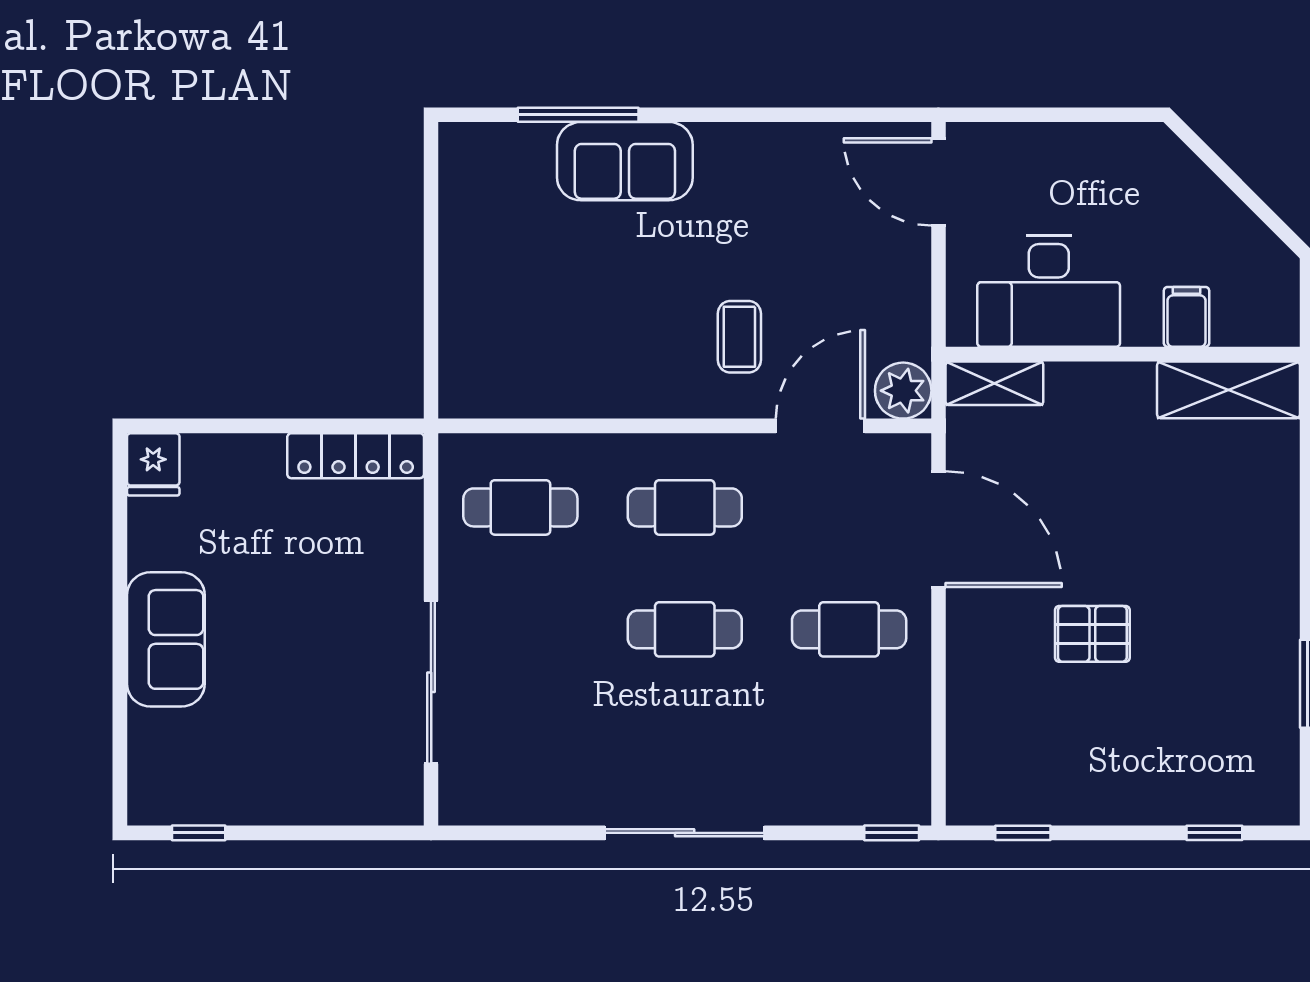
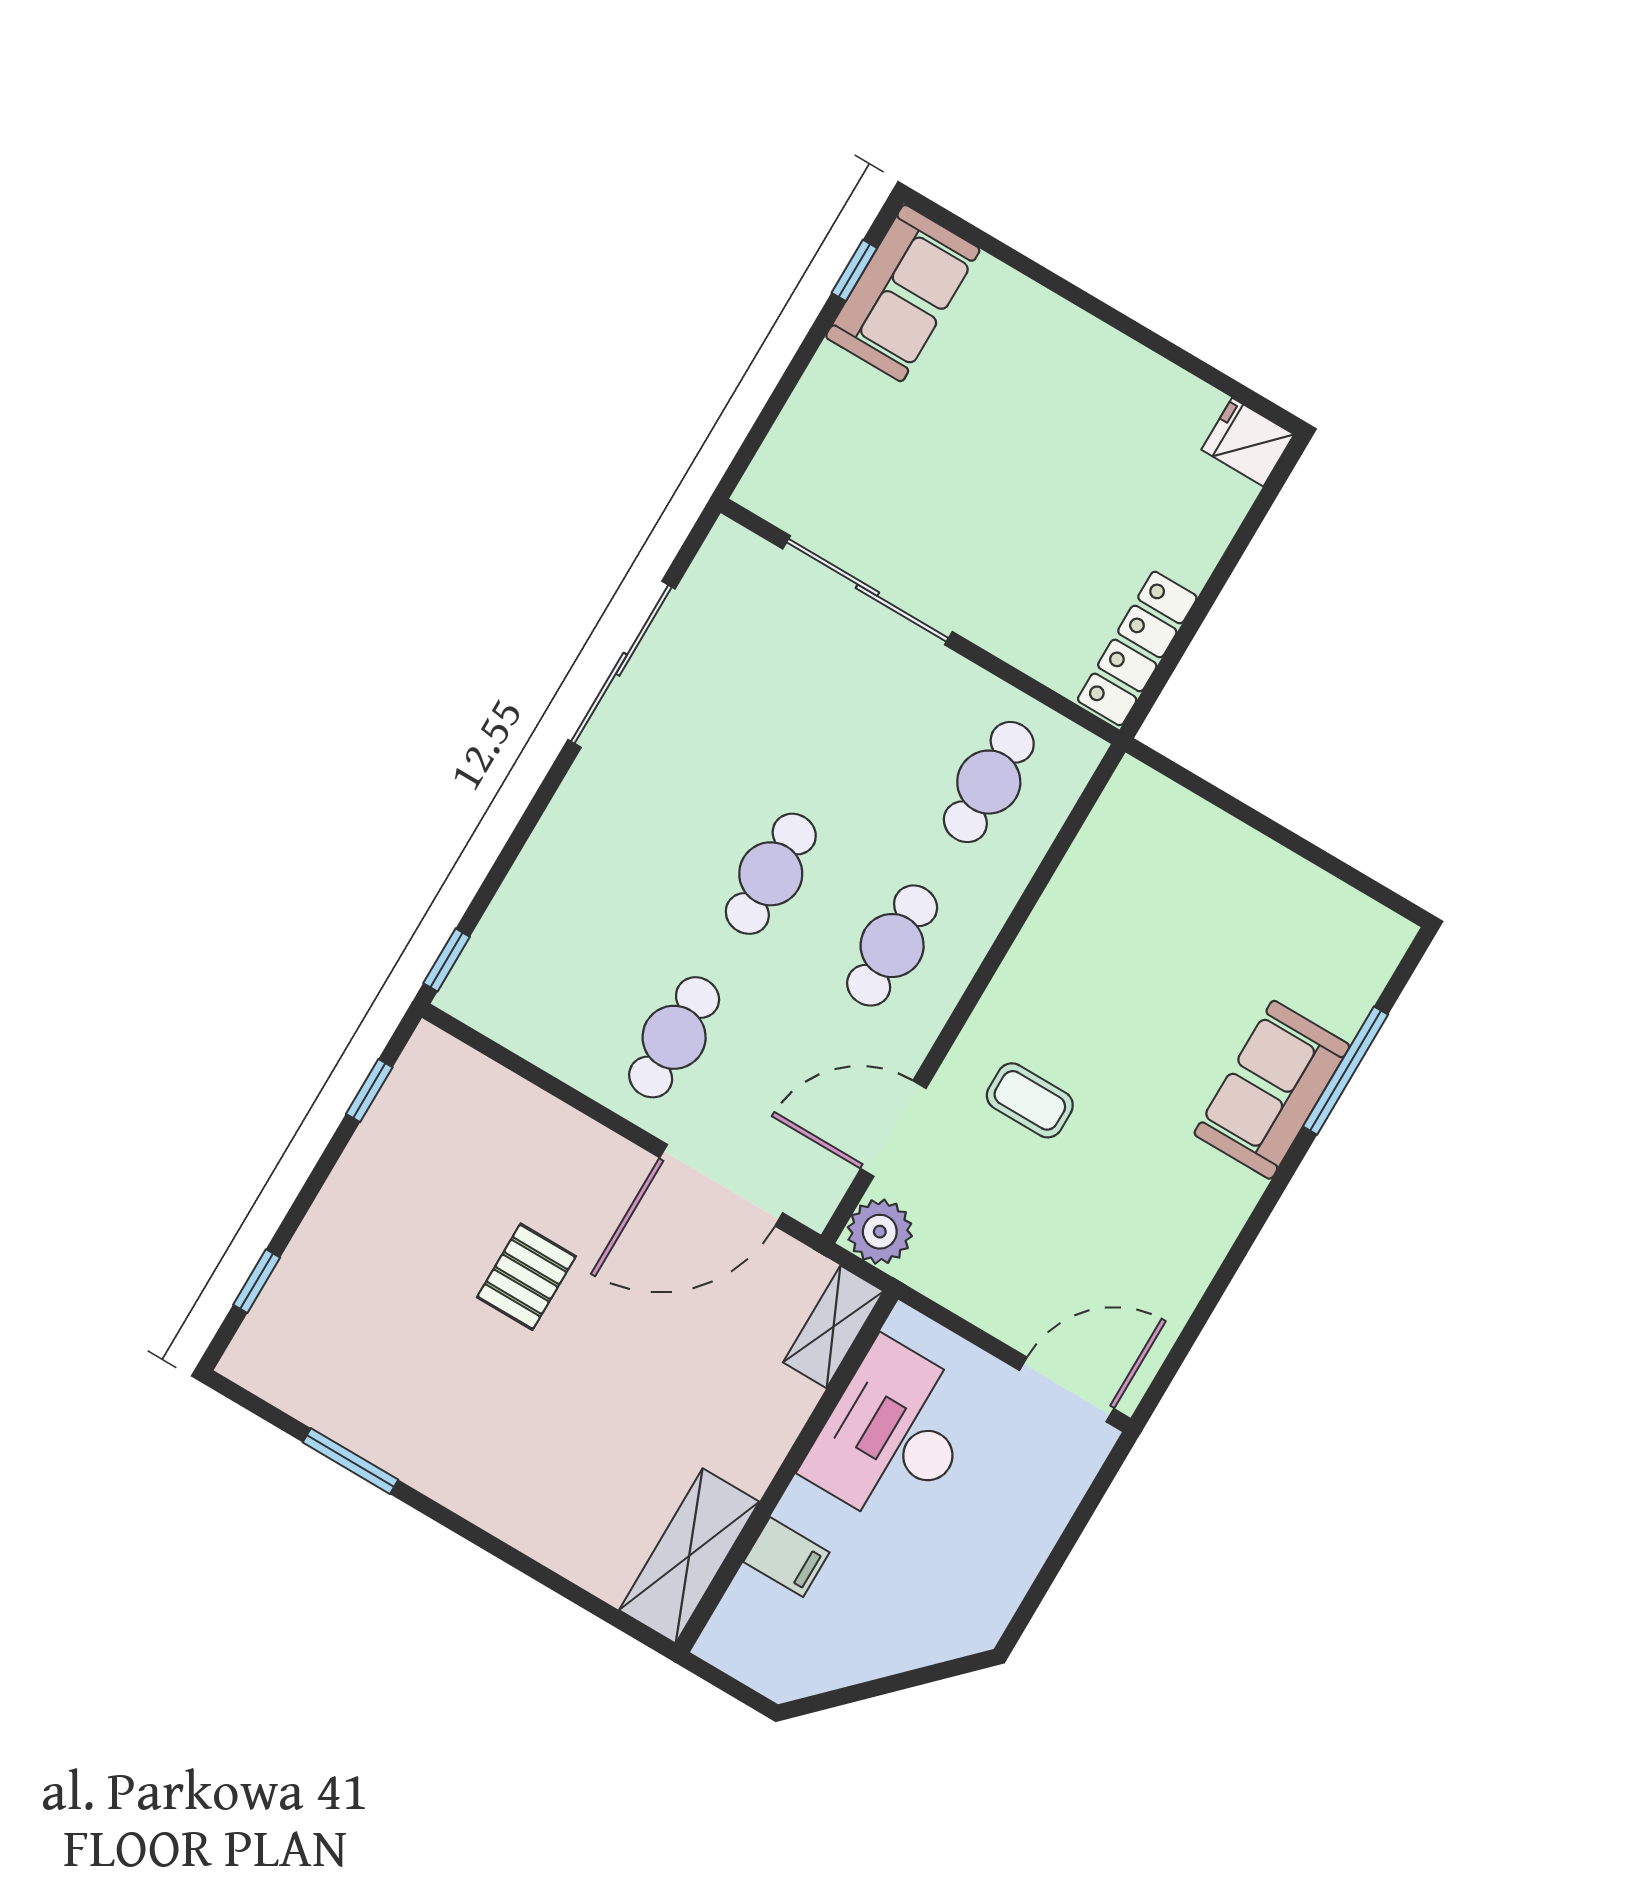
door: (820, 426) -> (893, 1129), swing flipped
sofa: (166, 639) -> (903, 293), moved, turned -90
sliding door: (685, 833) -> (621, 664), moved

